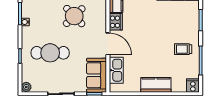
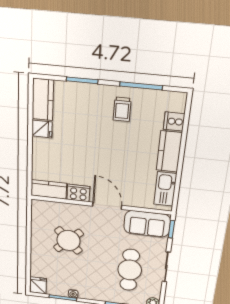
door: (108, 44) -> (107, 206), hinge flipped
cafe table: (50, 53) -> (130, 270), moved
kitchen sink: (116, 70) -> (165, 189), moved, turned -90
cooker: (193, 86) -> (174, 121), moved

